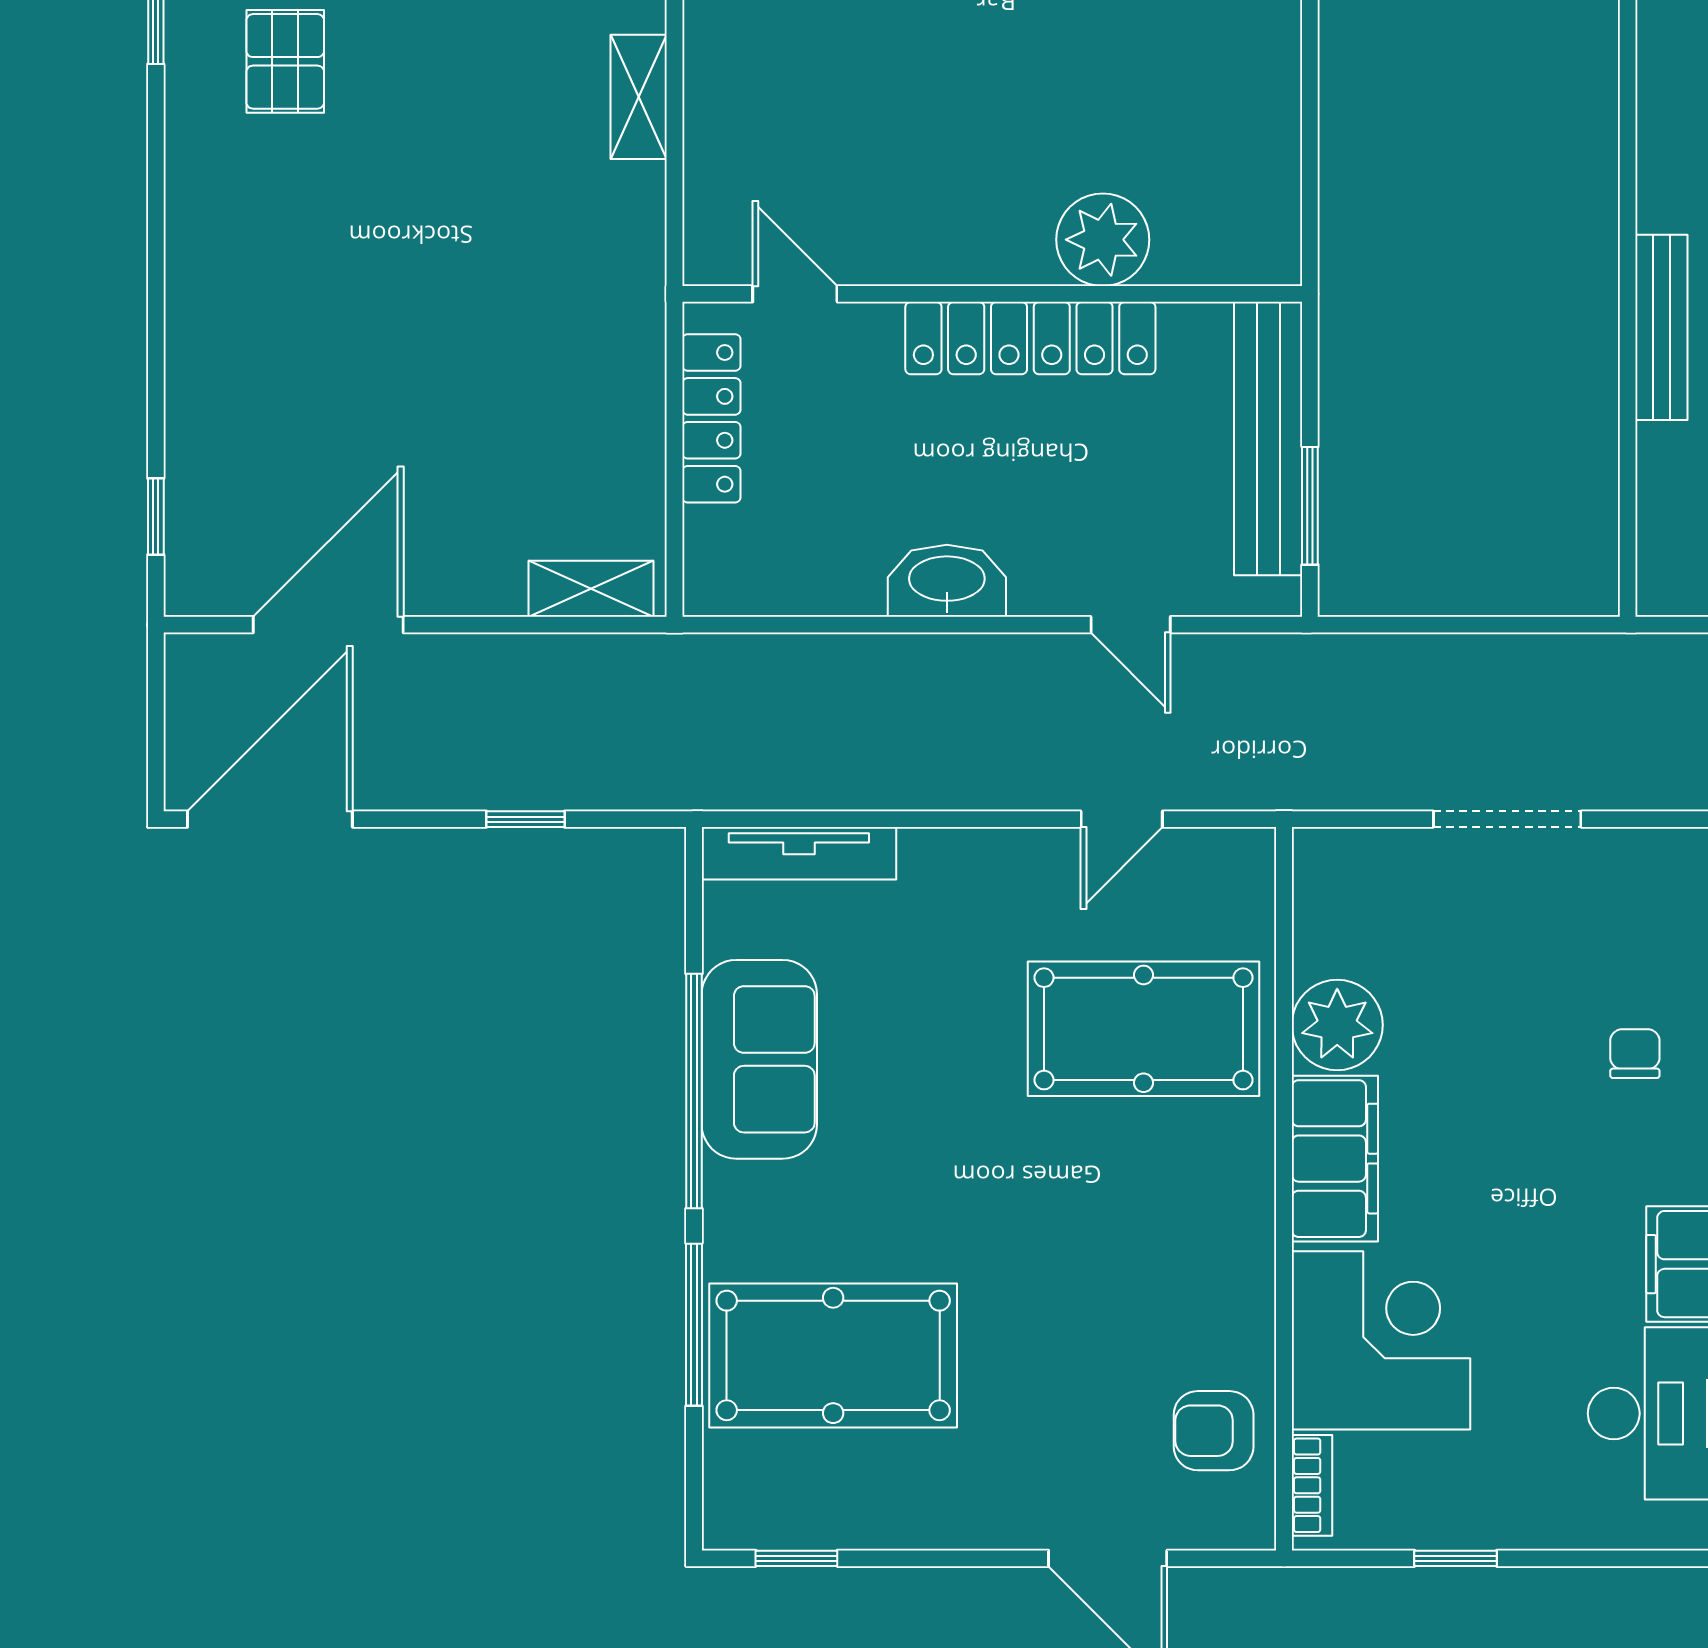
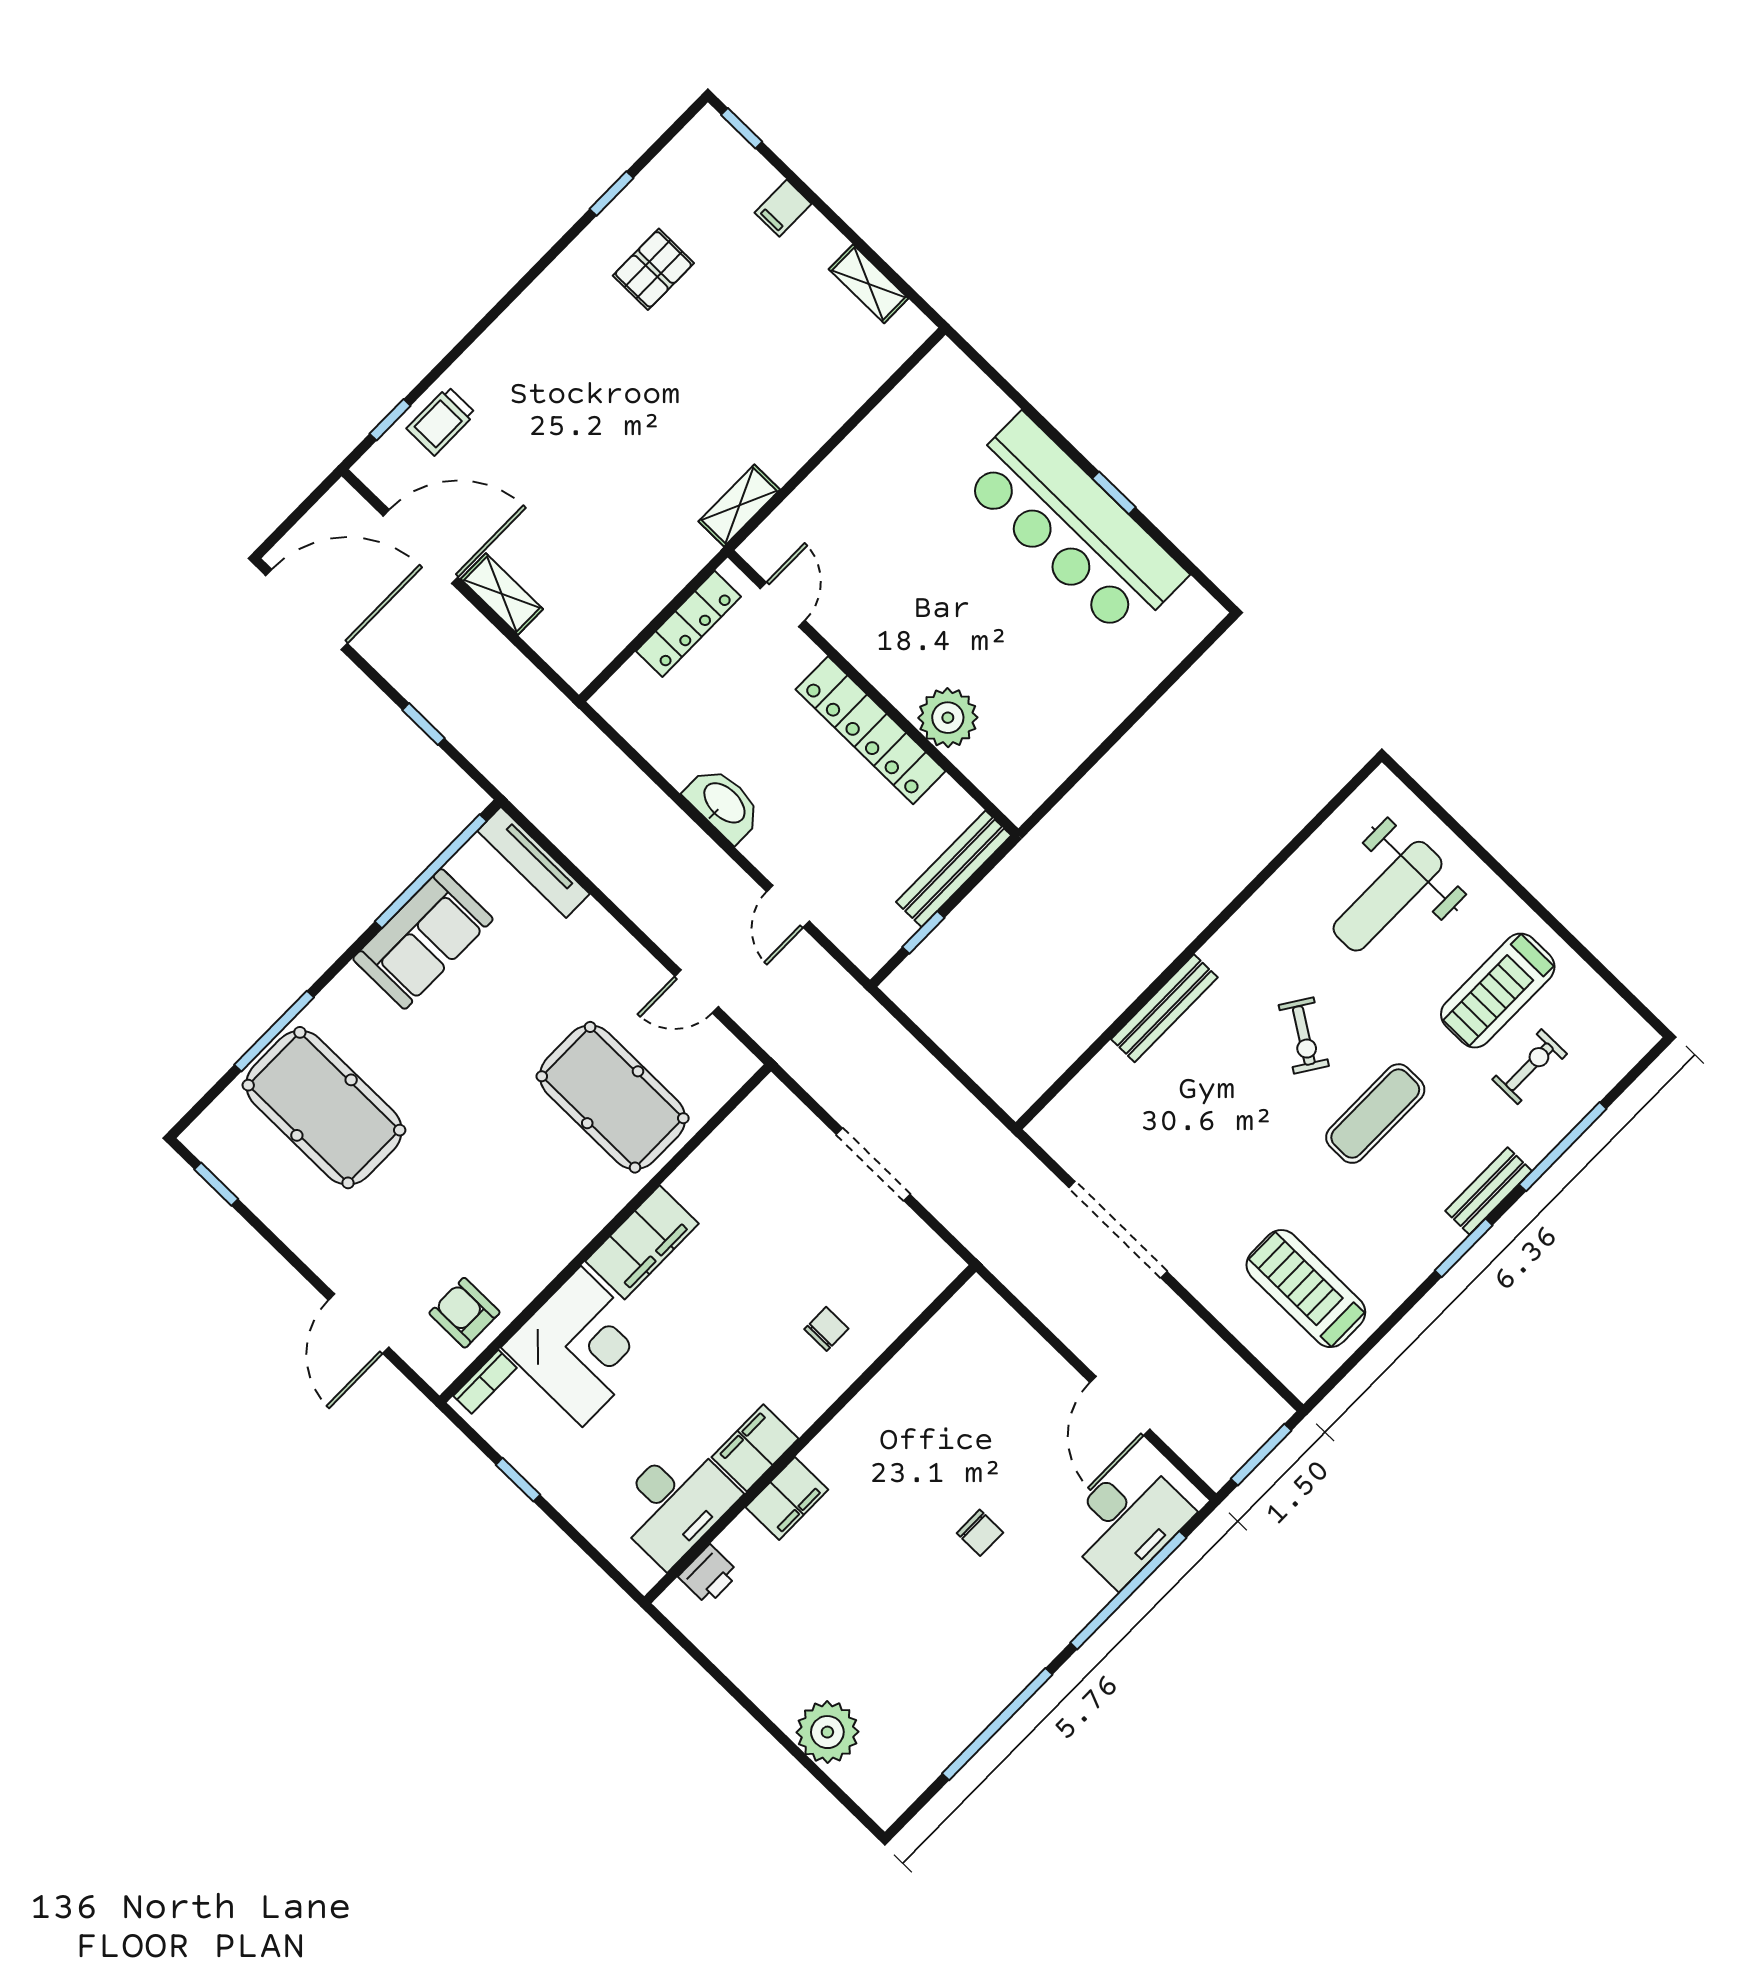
shelving: (639, 97) -> (739, 506), moved
bench: (1268, 439) -> (954, 869), width x0.73, depth x0.82
trolley: (214, 462) -> (441, 421), added
window: (1310, 506) -> (923, 932), width x0.67
shelving: (591, 589) -> (502, 594), moved
plant: (1337, 1025) -> (703, 1182), removed
window: (694, 1091) -> (431, 871), moved

